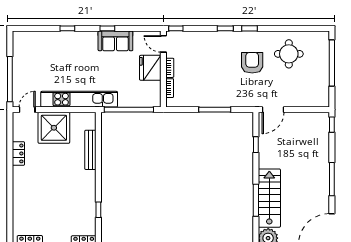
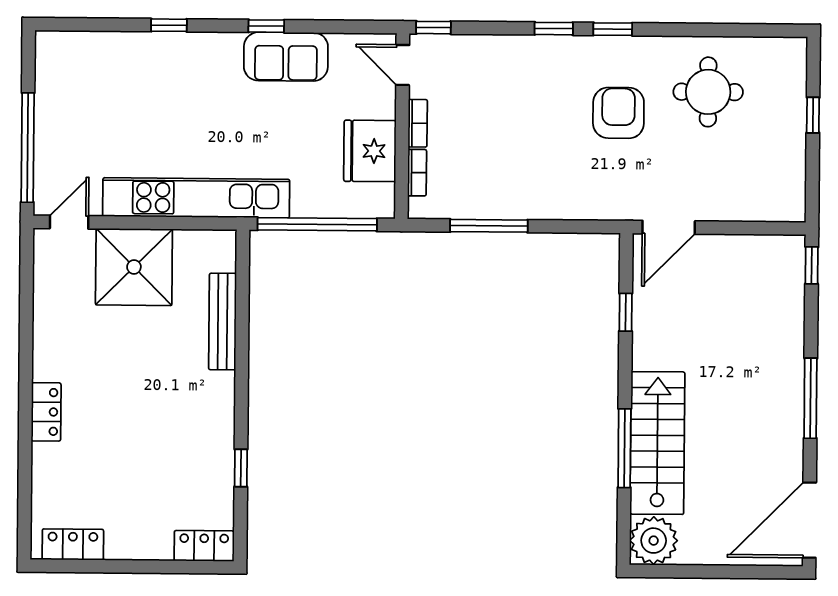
window: (332, 63) -> (813, 115), width x0.32
fridge: (150, 68) -> (370, 151), moved
window: (215, 110) -> (489, 226), moved
locker: (18, 153) -> (46, 412), moved

